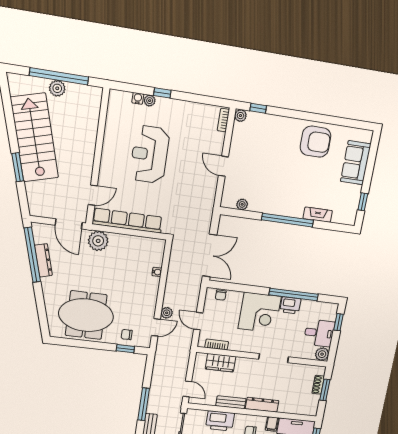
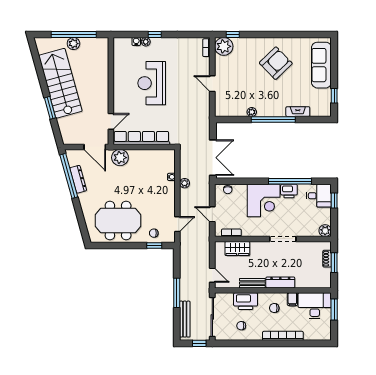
plant: (240, 116) -> (224, 46), width x1.87, depth x1.87
armchair: (315, 142) -> (276, 63), moved, turned -44
sofa: (356, 163) -> (321, 65), width x1.36
plant: (242, 204) -> (252, 112), moved
plant: (167, 313) -> (185, 183), moved
desk: (319, 333) -> (319, 196), moved

